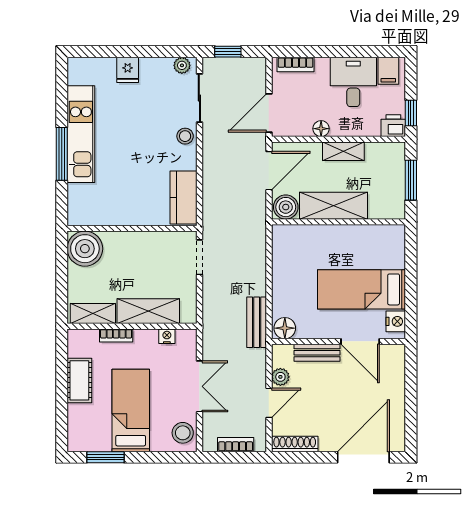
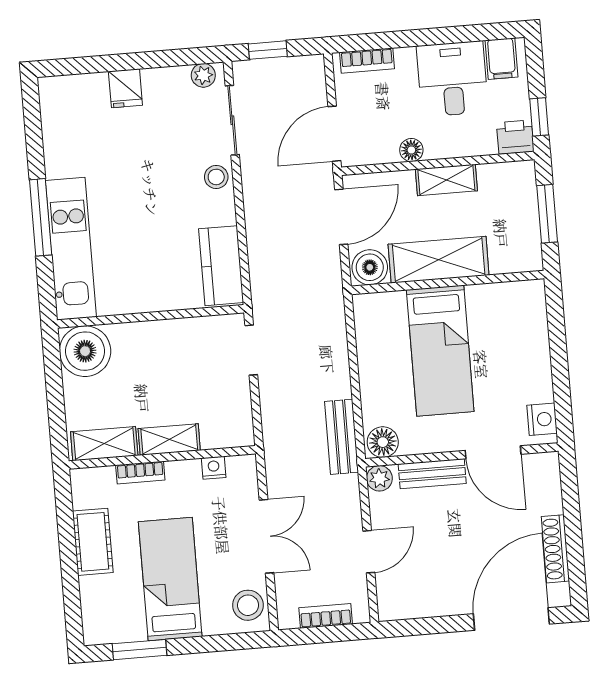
kitchen unit: (81, 134) -> (71, 249), moved
bed: (361, 289) -> (440, 351), moved, turned -90
shelving: (148, 311) -> (169, 439), width x0.67, depth x0.75
plant: (280, 377) -> (379, 478), moved
shoe rack: (295, 444) -> (555, 549), moved, turned -90

